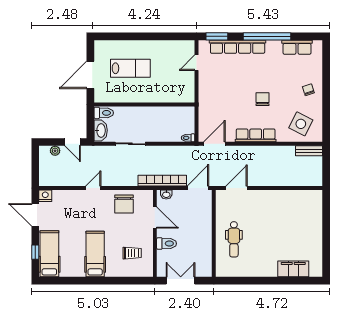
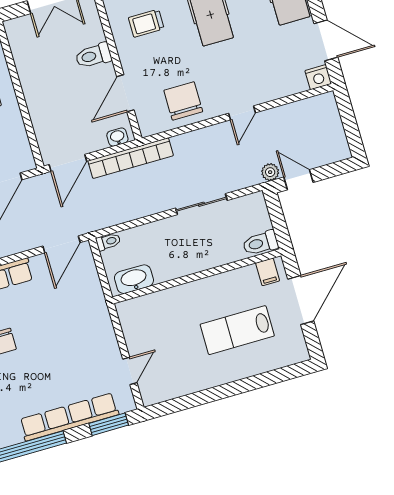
filing cabinet: (104, 96) -> (268, 272), added
washbasin: (101, 130) -> (134, 279), moved, turned 90
plant: (55, 151) -> (270, 172), moved
door: (155, 217) -> (125, 93), hinge flipped

